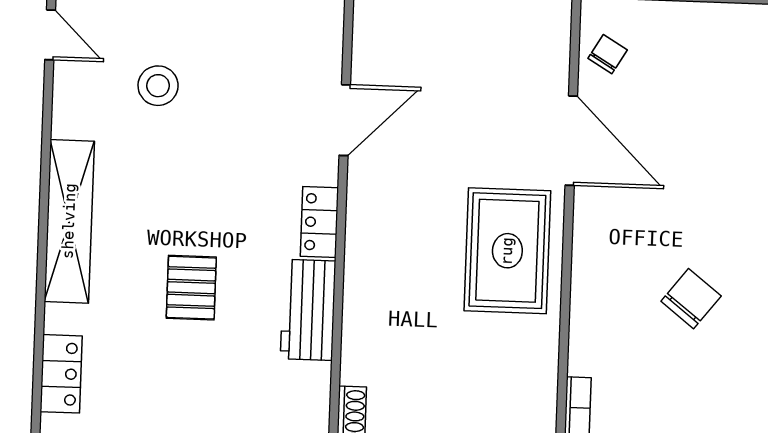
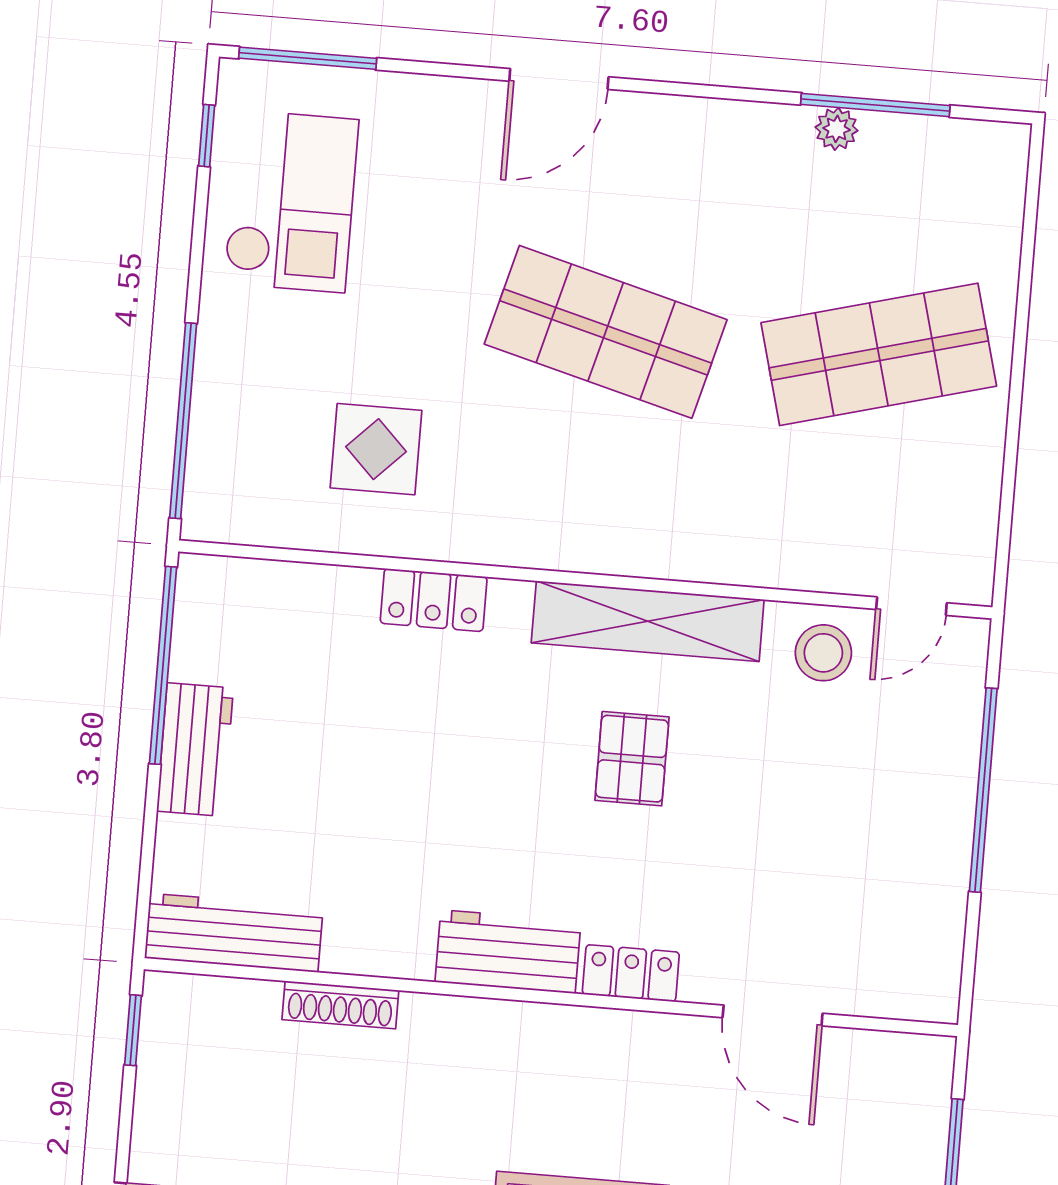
stool: (158, 86) -> (823, 653), moved
pallet: (191, 288) -> (632, 759), moved, turned 90

